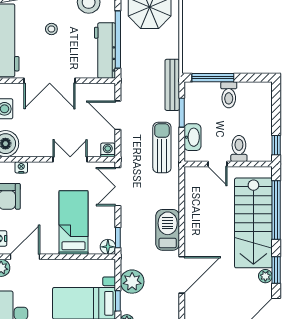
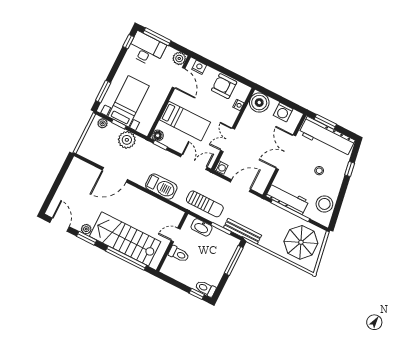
toilet: (229, 95) -> (206, 288), moved
window: (276, 145) -> (197, 294), moved
double door: (70, 159) -> (228, 140), swing flipped
barbecue: (168, 230) -> (161, 187), moved
door: (182, 275) -> (115, 175), hinge flipped

